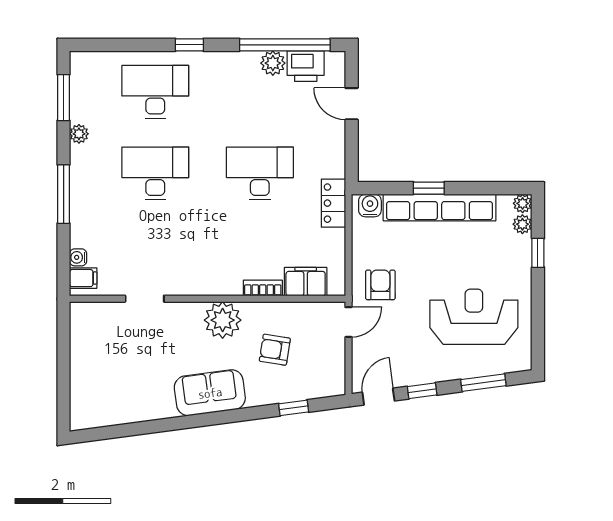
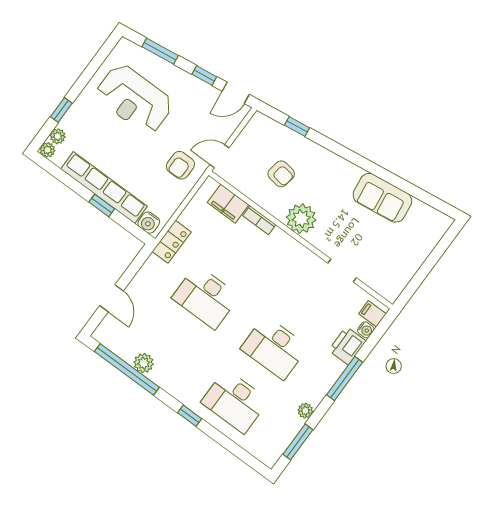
printer: (306, 66) -> (347, 346), moved, turned -90
sofa: (210, 393) -> (382, 198), moved

